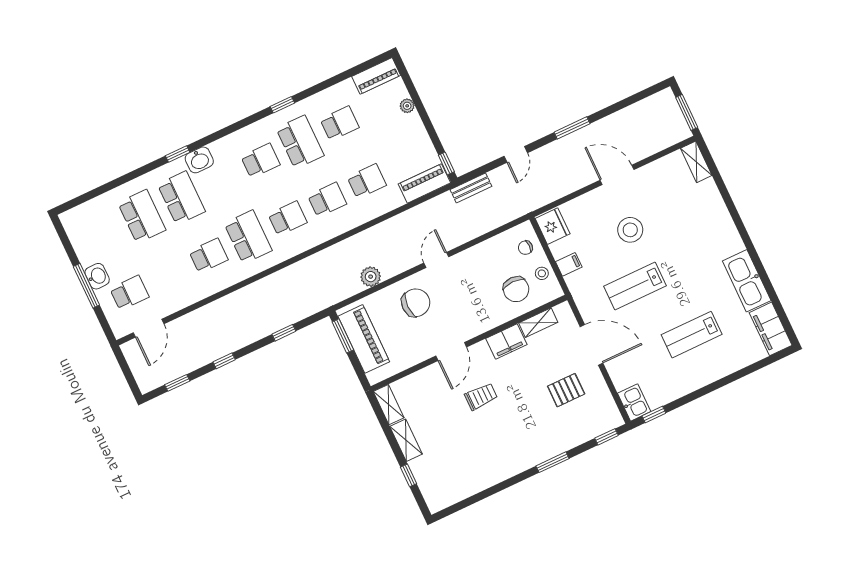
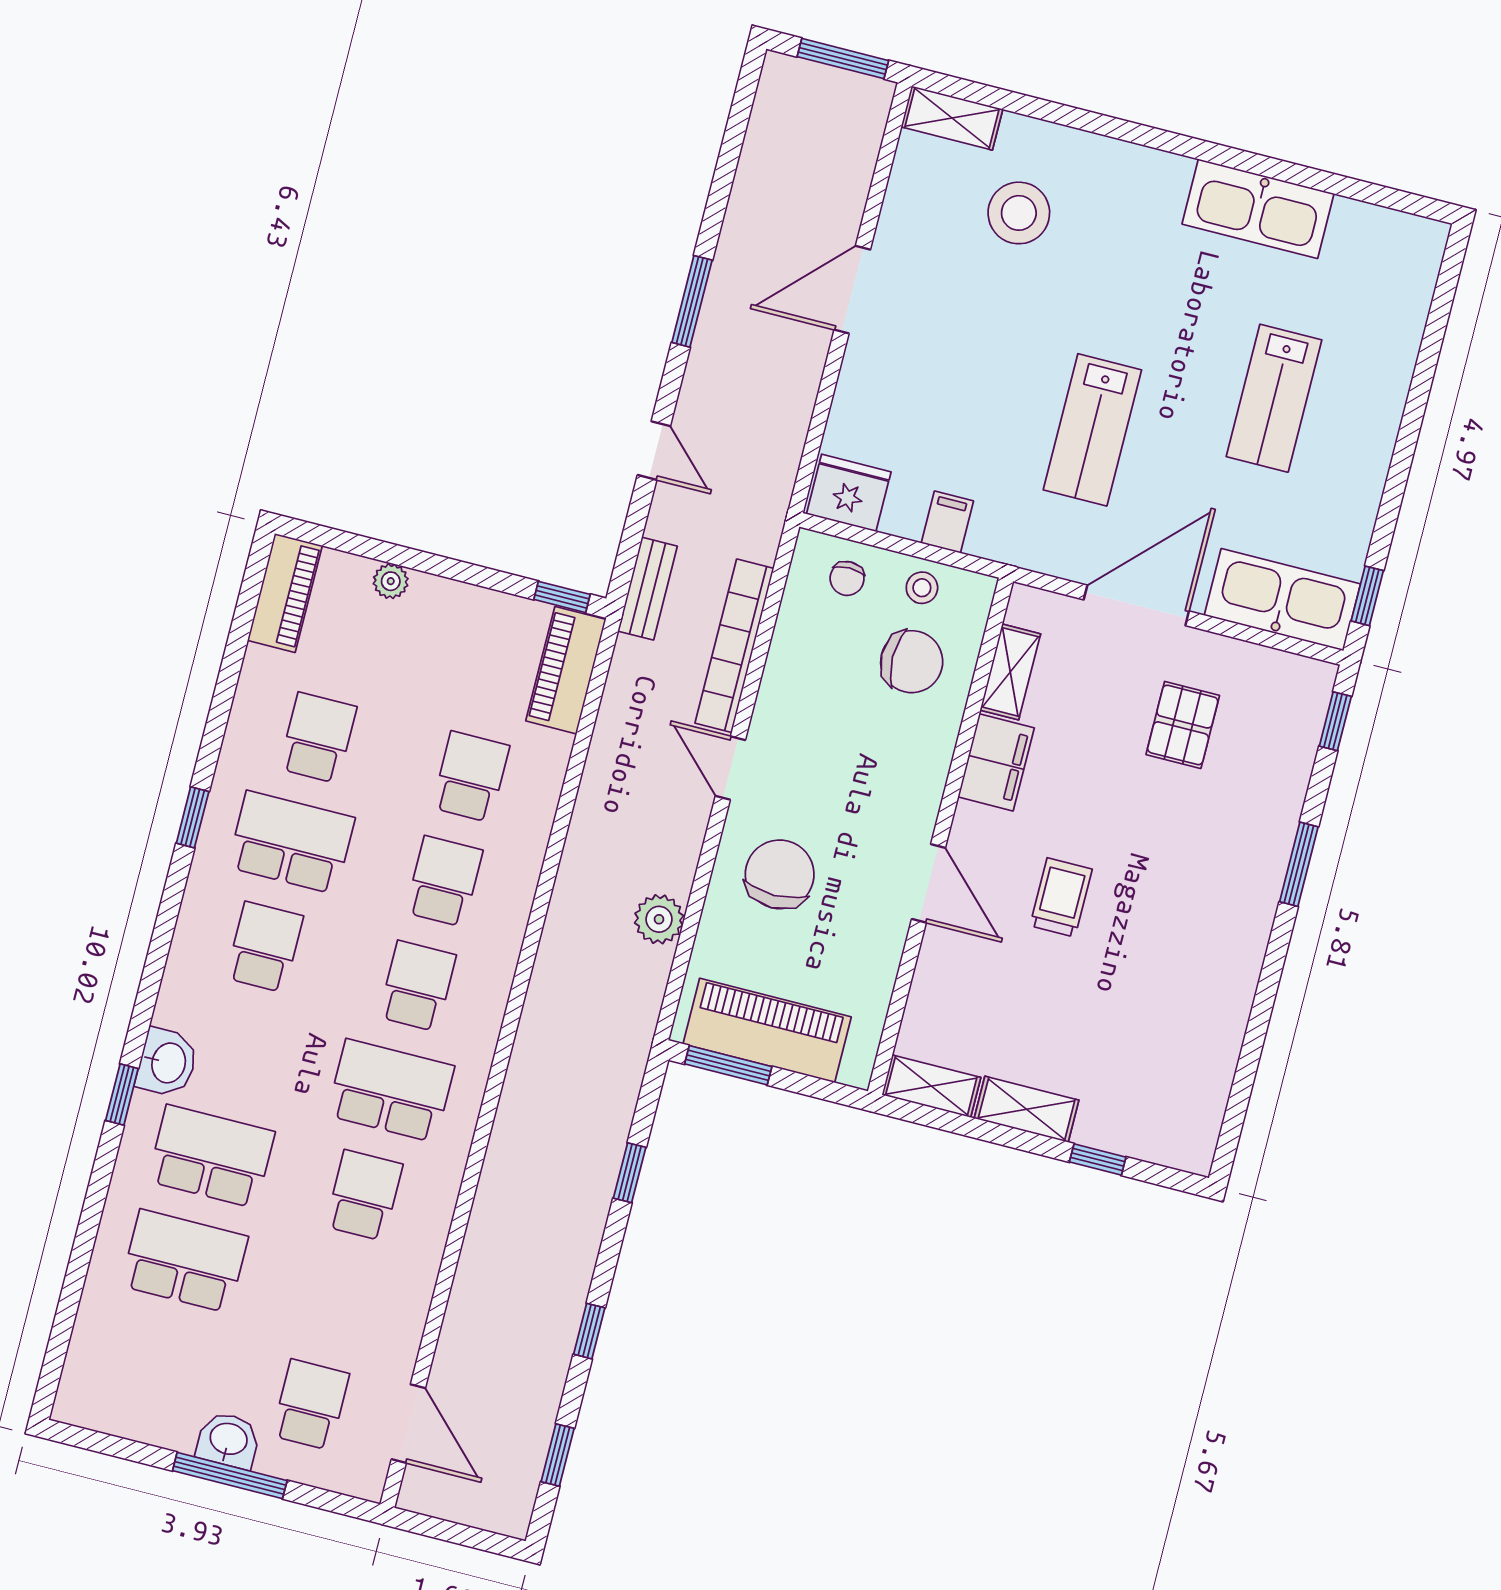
bookcase: (475, 230) -> (734, 646), added
stool: (630, 230) -> (1019, 213), moved
filing cabinet: (771, 329) -> (1388, 239), removed
kitchen sink: (634, 402) -> (1282, 600), width x1.87, depth x1.24

